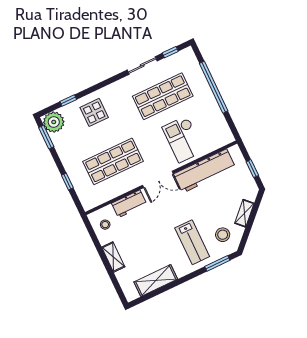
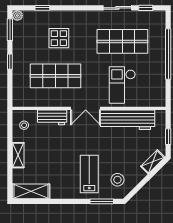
display table: (94, 112) -> (59, 38), moved
plant: (54, 122) -> (17, 16), width x0.53, depth x0.53
window: (67, 182) -> (10, 62), moved
shelving: (244, 213) -> (153, 162), moved
lab bench: (192, 242) -> (89, 174), turned 180
shelving: (156, 281) -> (31, 191), moved

